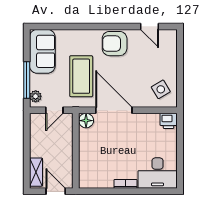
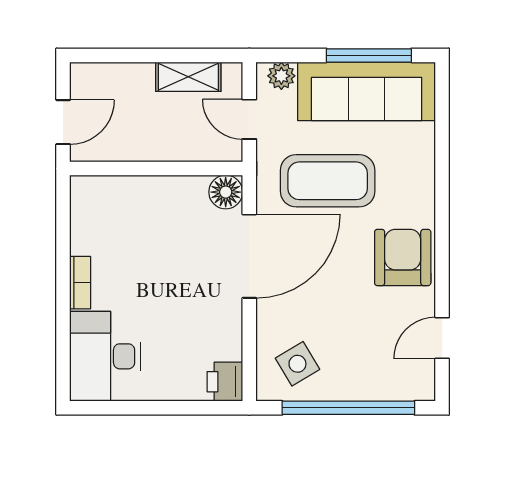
sofa: (42, 51) -> (367, 91), width x1.36
window: (180, 67) -> (348, 408), added
window: (27, 80) -> (369, 55), moved
shelving: (36, 172) -> (188, 77), moved

